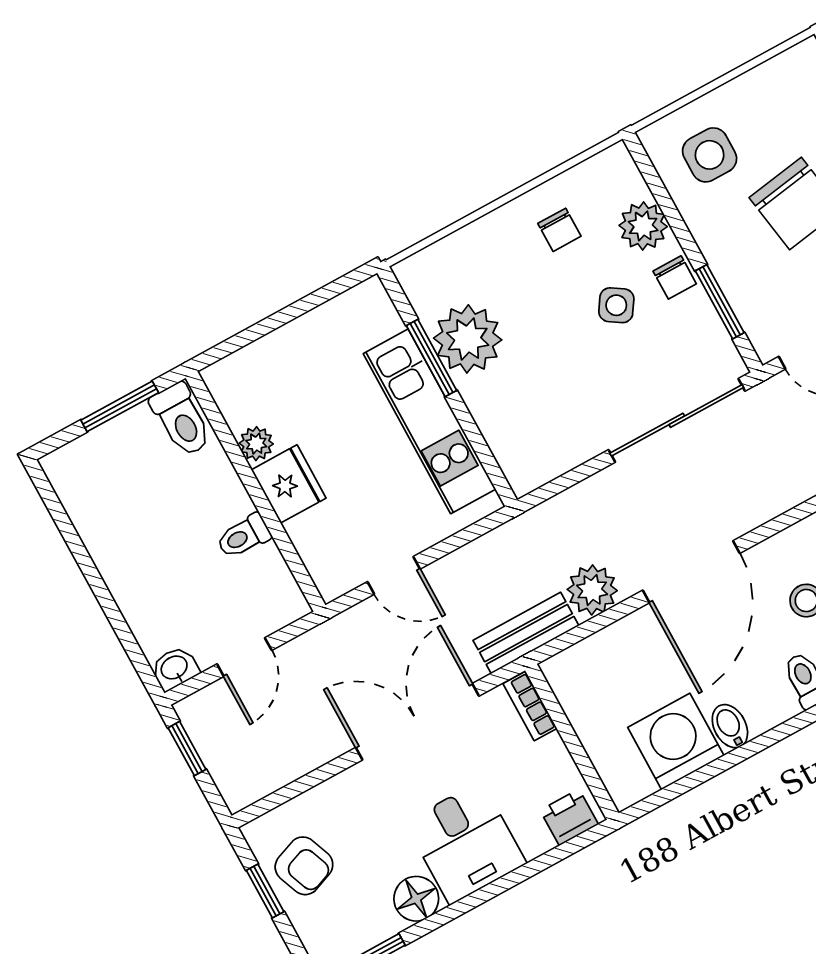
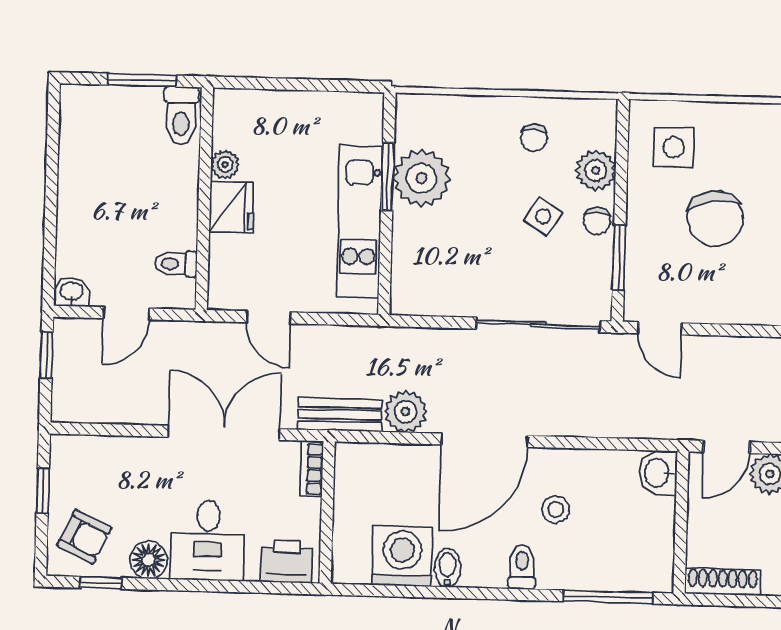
toilet: (244, 536) -> (176, 264), moved
printer: (569, 817) -> (287, 561), width x1.36, depth x1.24
armchair: (304, 866) -> (84, 537), moved, turned -43

